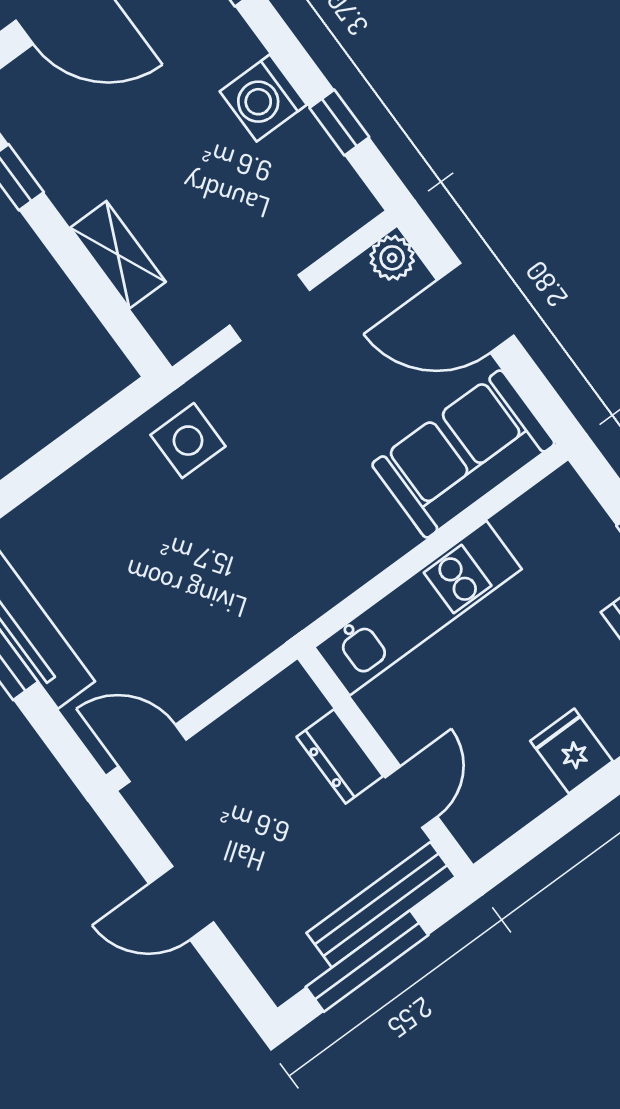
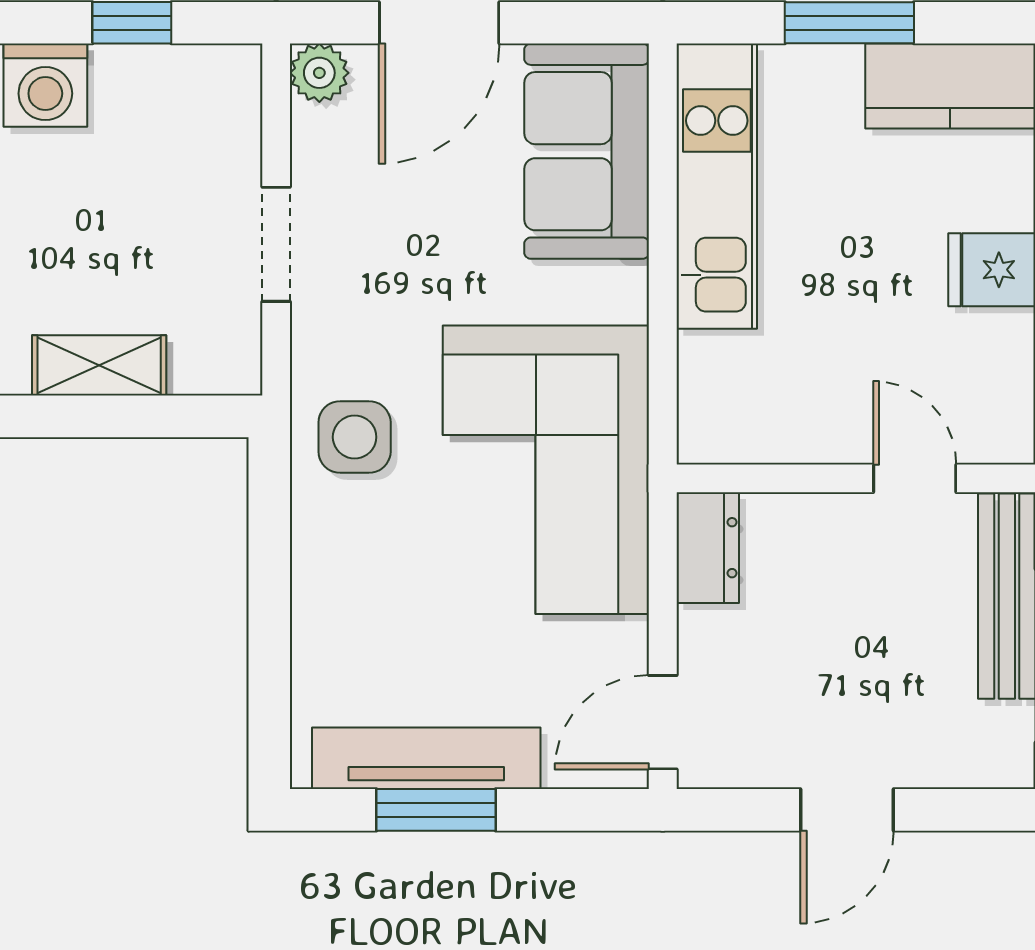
corner sofa: (253, 571) -> (546, 470), added
kitchen unit: (418, 608) -> (717, 186), moved
dresser: (340, 756) -> (708, 548), moved, turned -90

